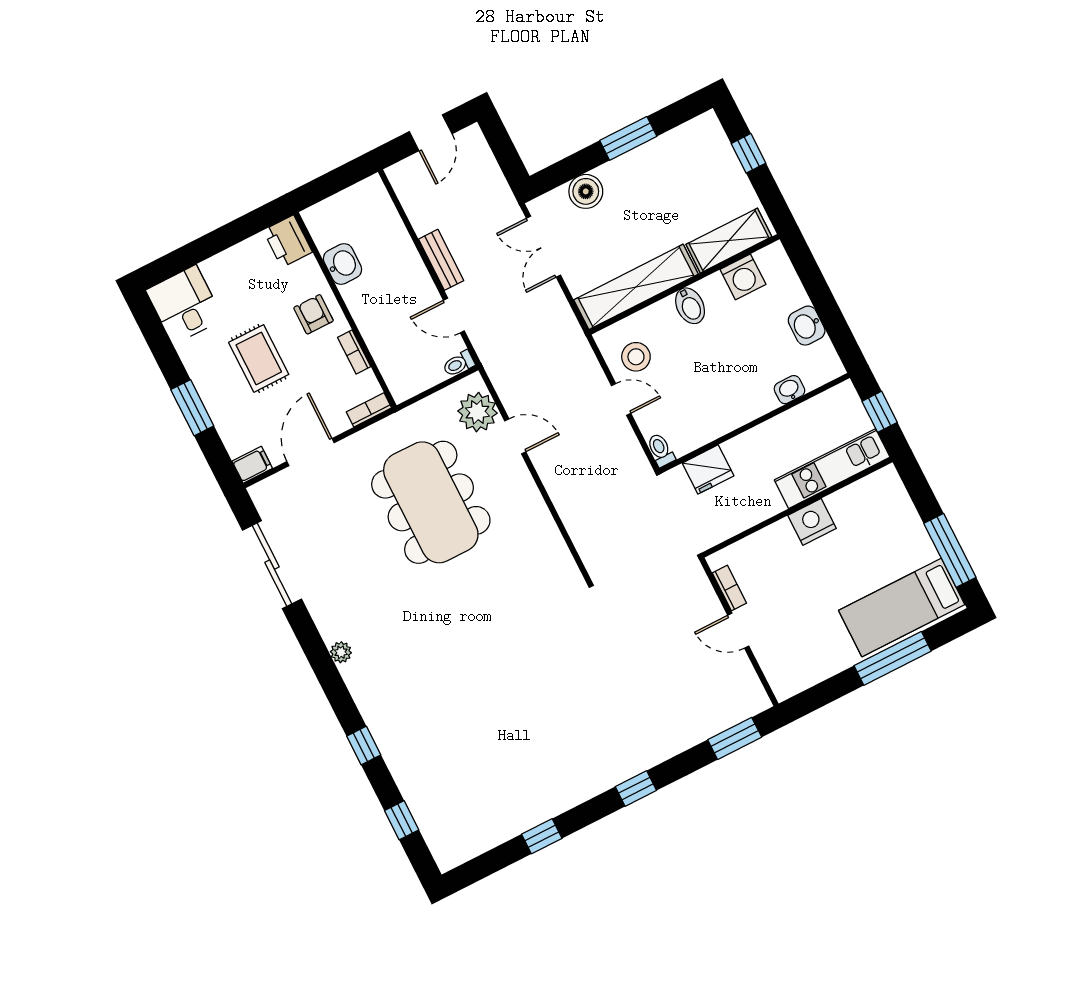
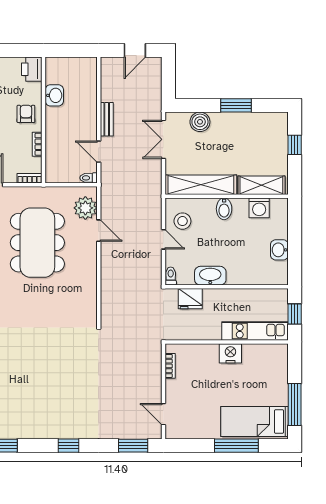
washbasin: (789, 390) -> (210, 276), moved, width x1.91, depth x1.45
door: (738, 631) -> (163, 414), moved

